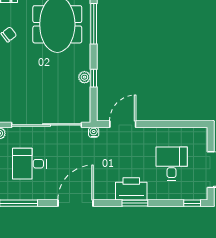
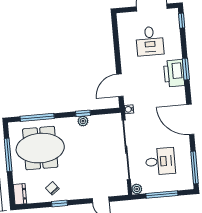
door: (123, 124) -> (120, 85), hinge flipped
desk: (29, 164) -> (160, 161), turned -90
desk: (172, 164) -> (150, 41), turned -90

